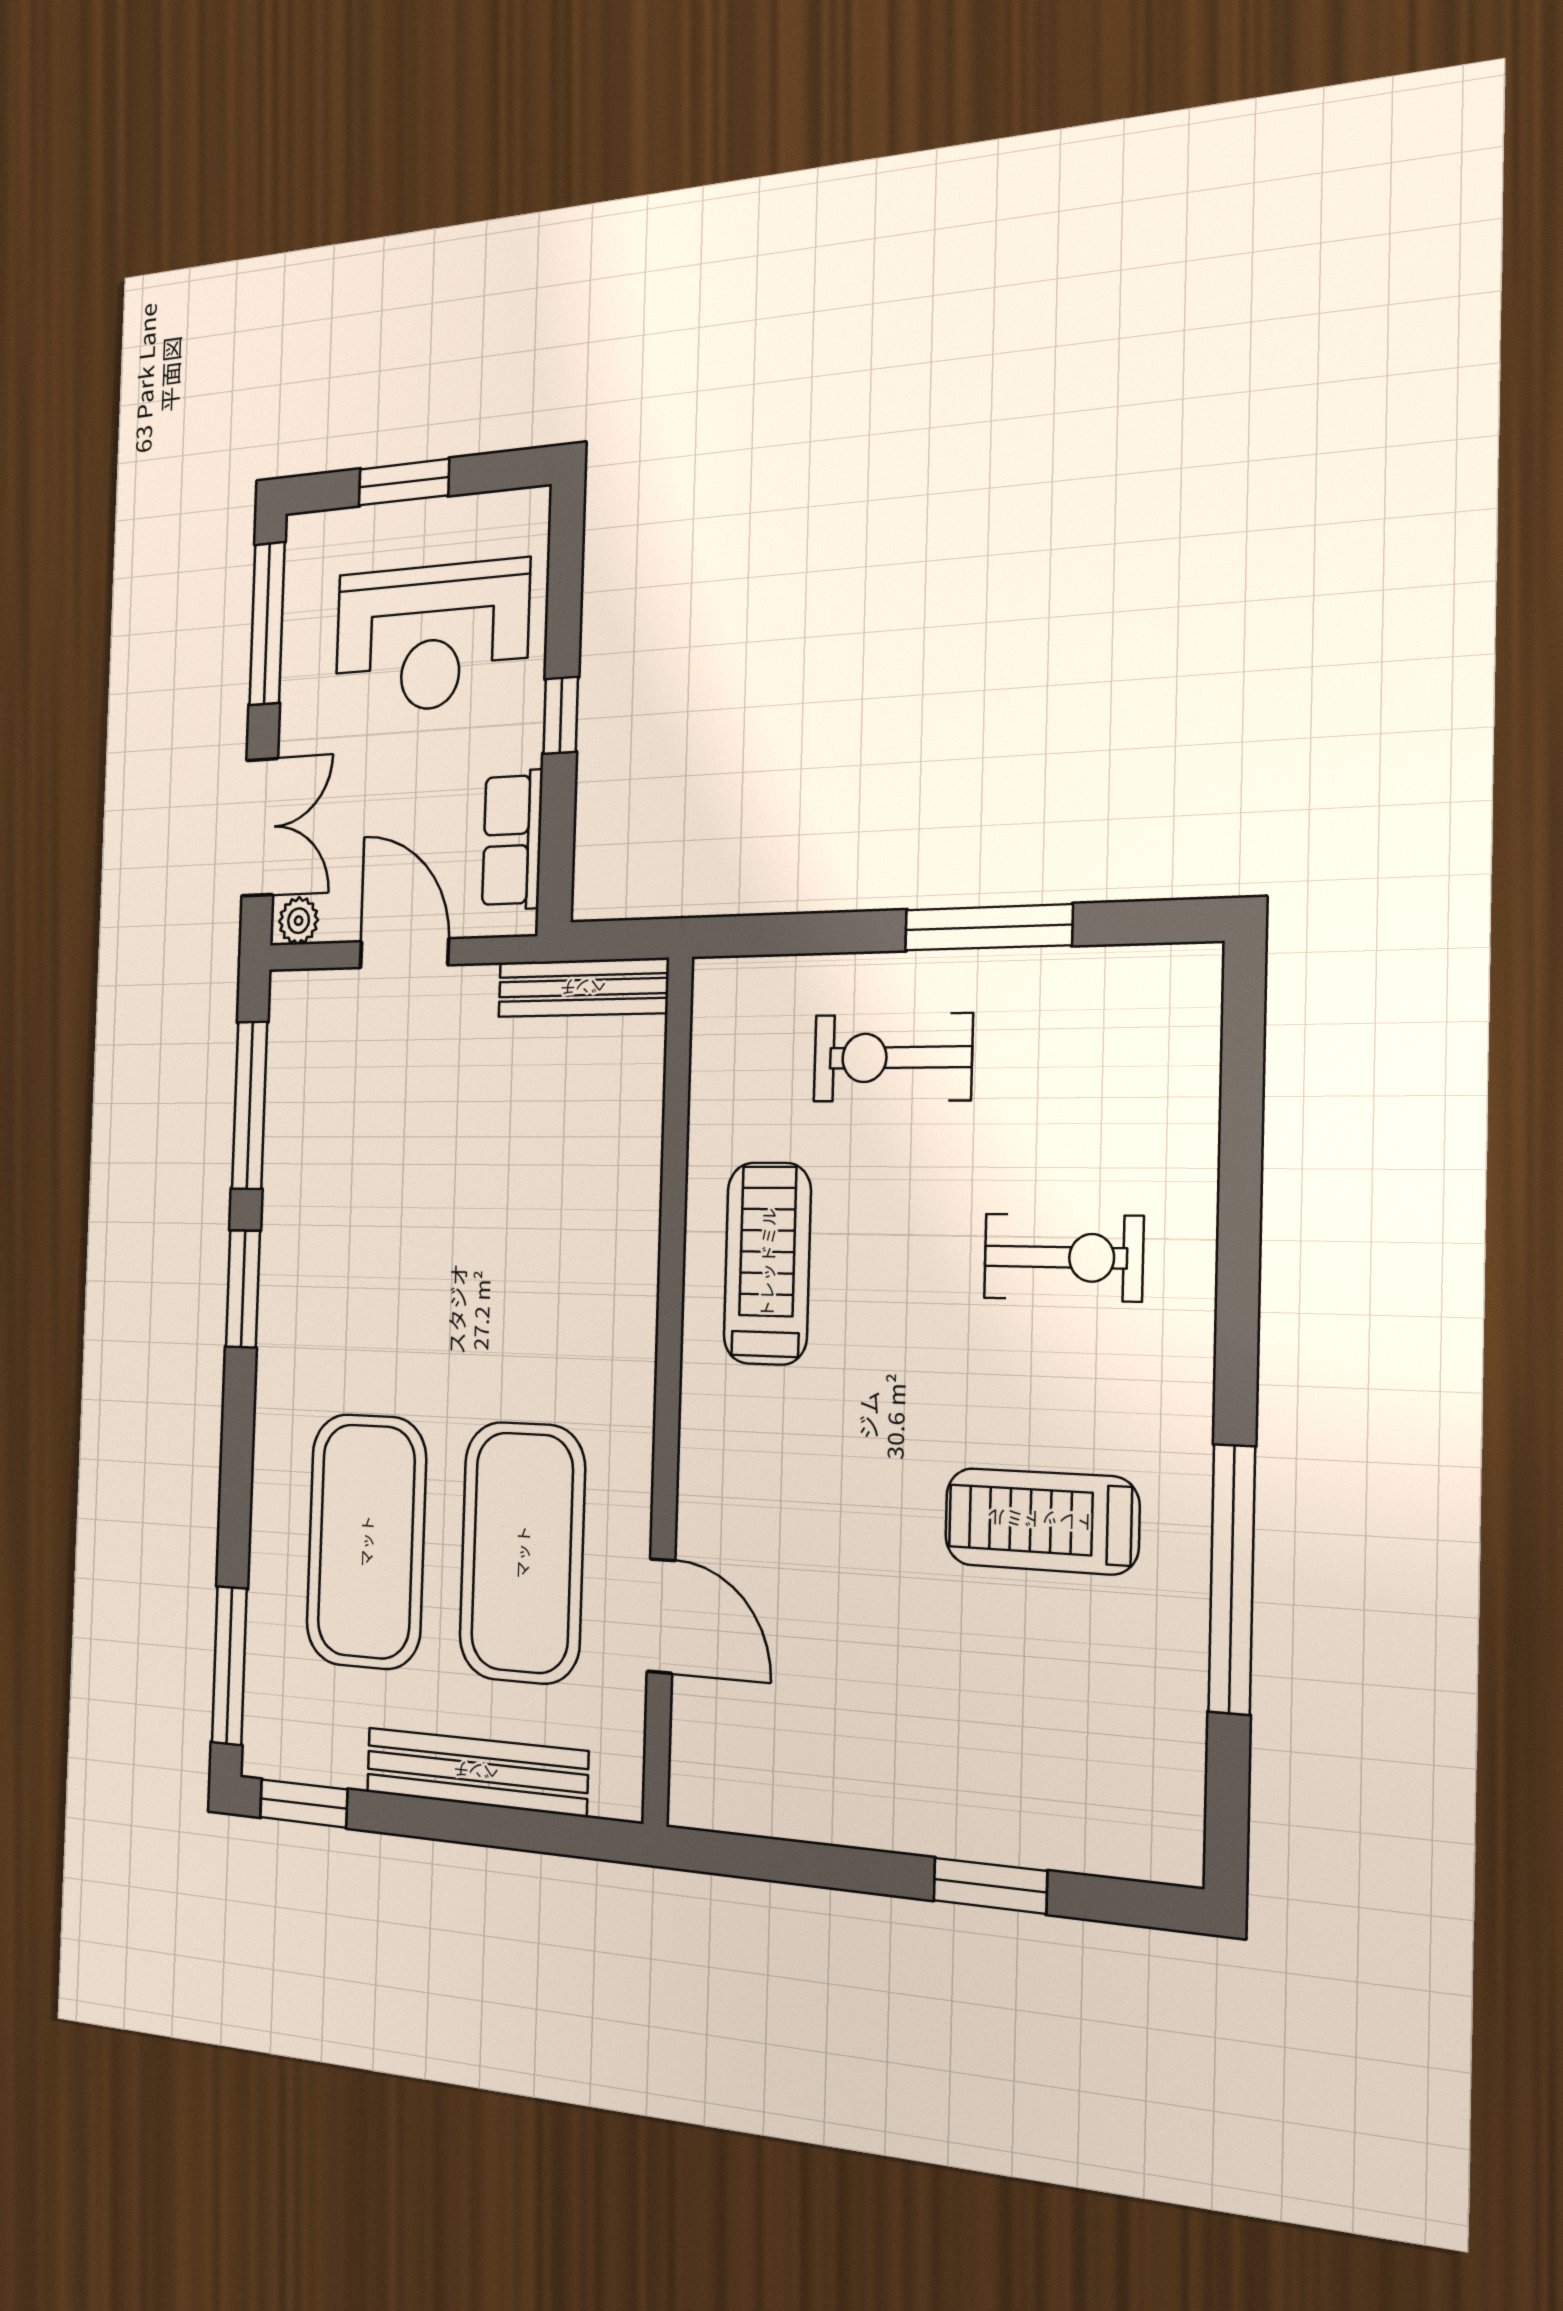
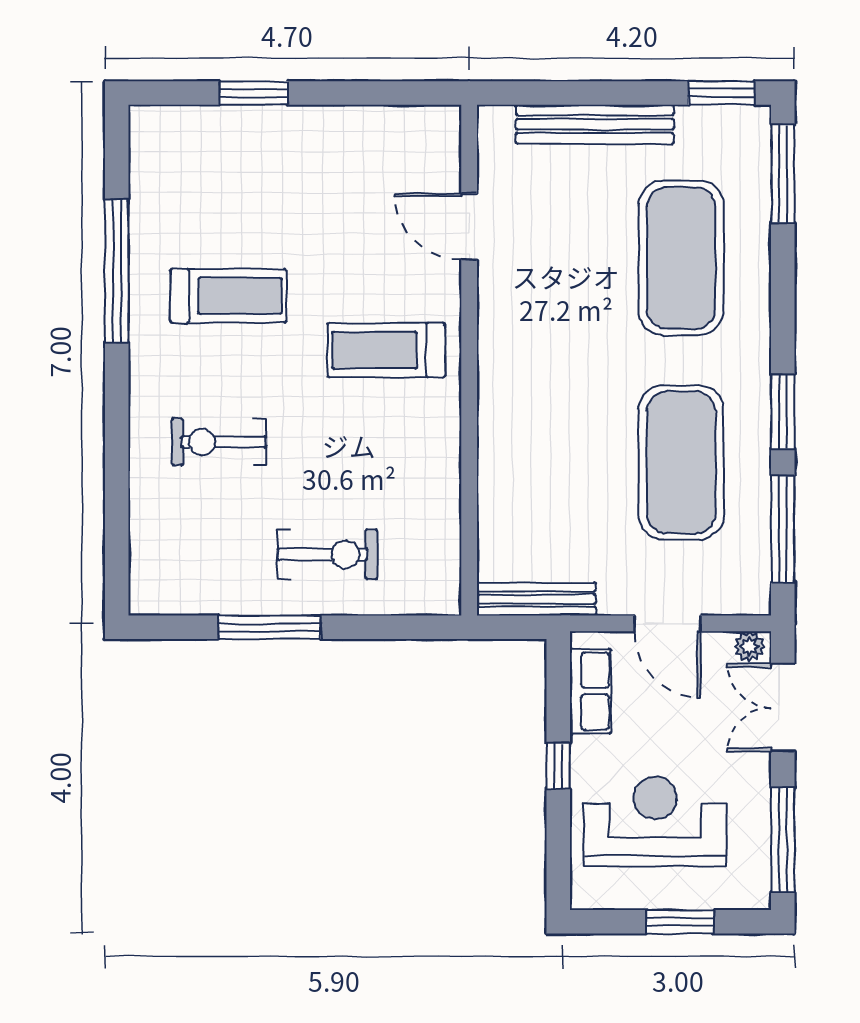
treadmill: (767, 1263) -> (386, 350), moved, turned 90
exercise mat: (522, 1552) -> (681, 462), moved

